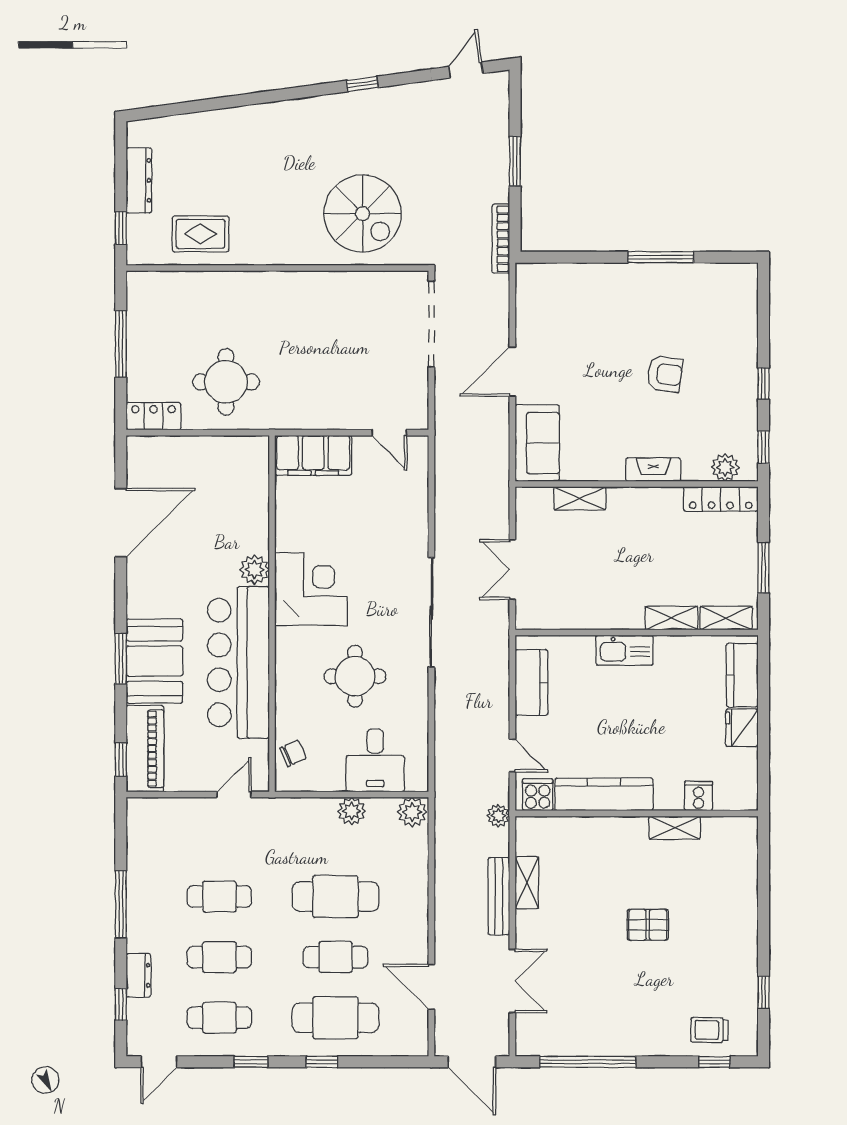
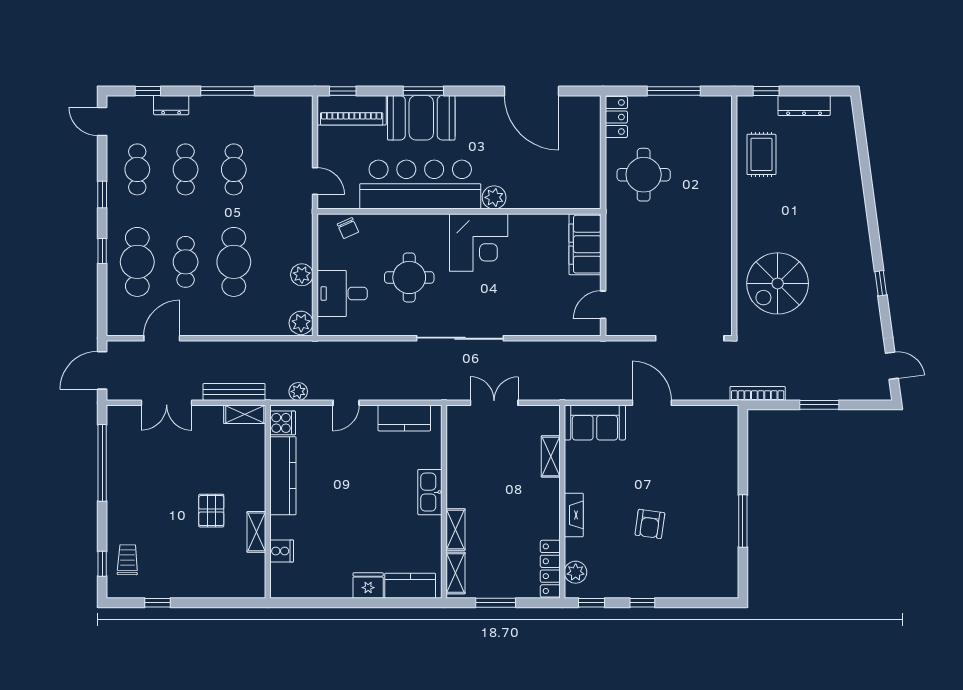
kitchen counter: (604, 794) -> (283, 476), moved
cooker: (538, 795) -> (283, 423), moved
cooker: (699, 796) -> (282, 551), moved
wall: (637, 813) -> (268, 502), moved
shelving: (675, 828) -> (256, 532), moved

